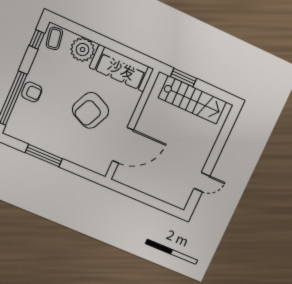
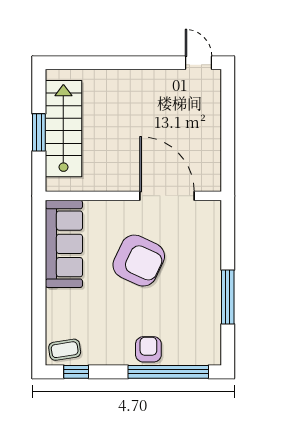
plant: (83, 50) -> (63, 307), removed
window: (183, 77) -> (39, 132), moved
door: (202, 182) -> (199, 63), moved

